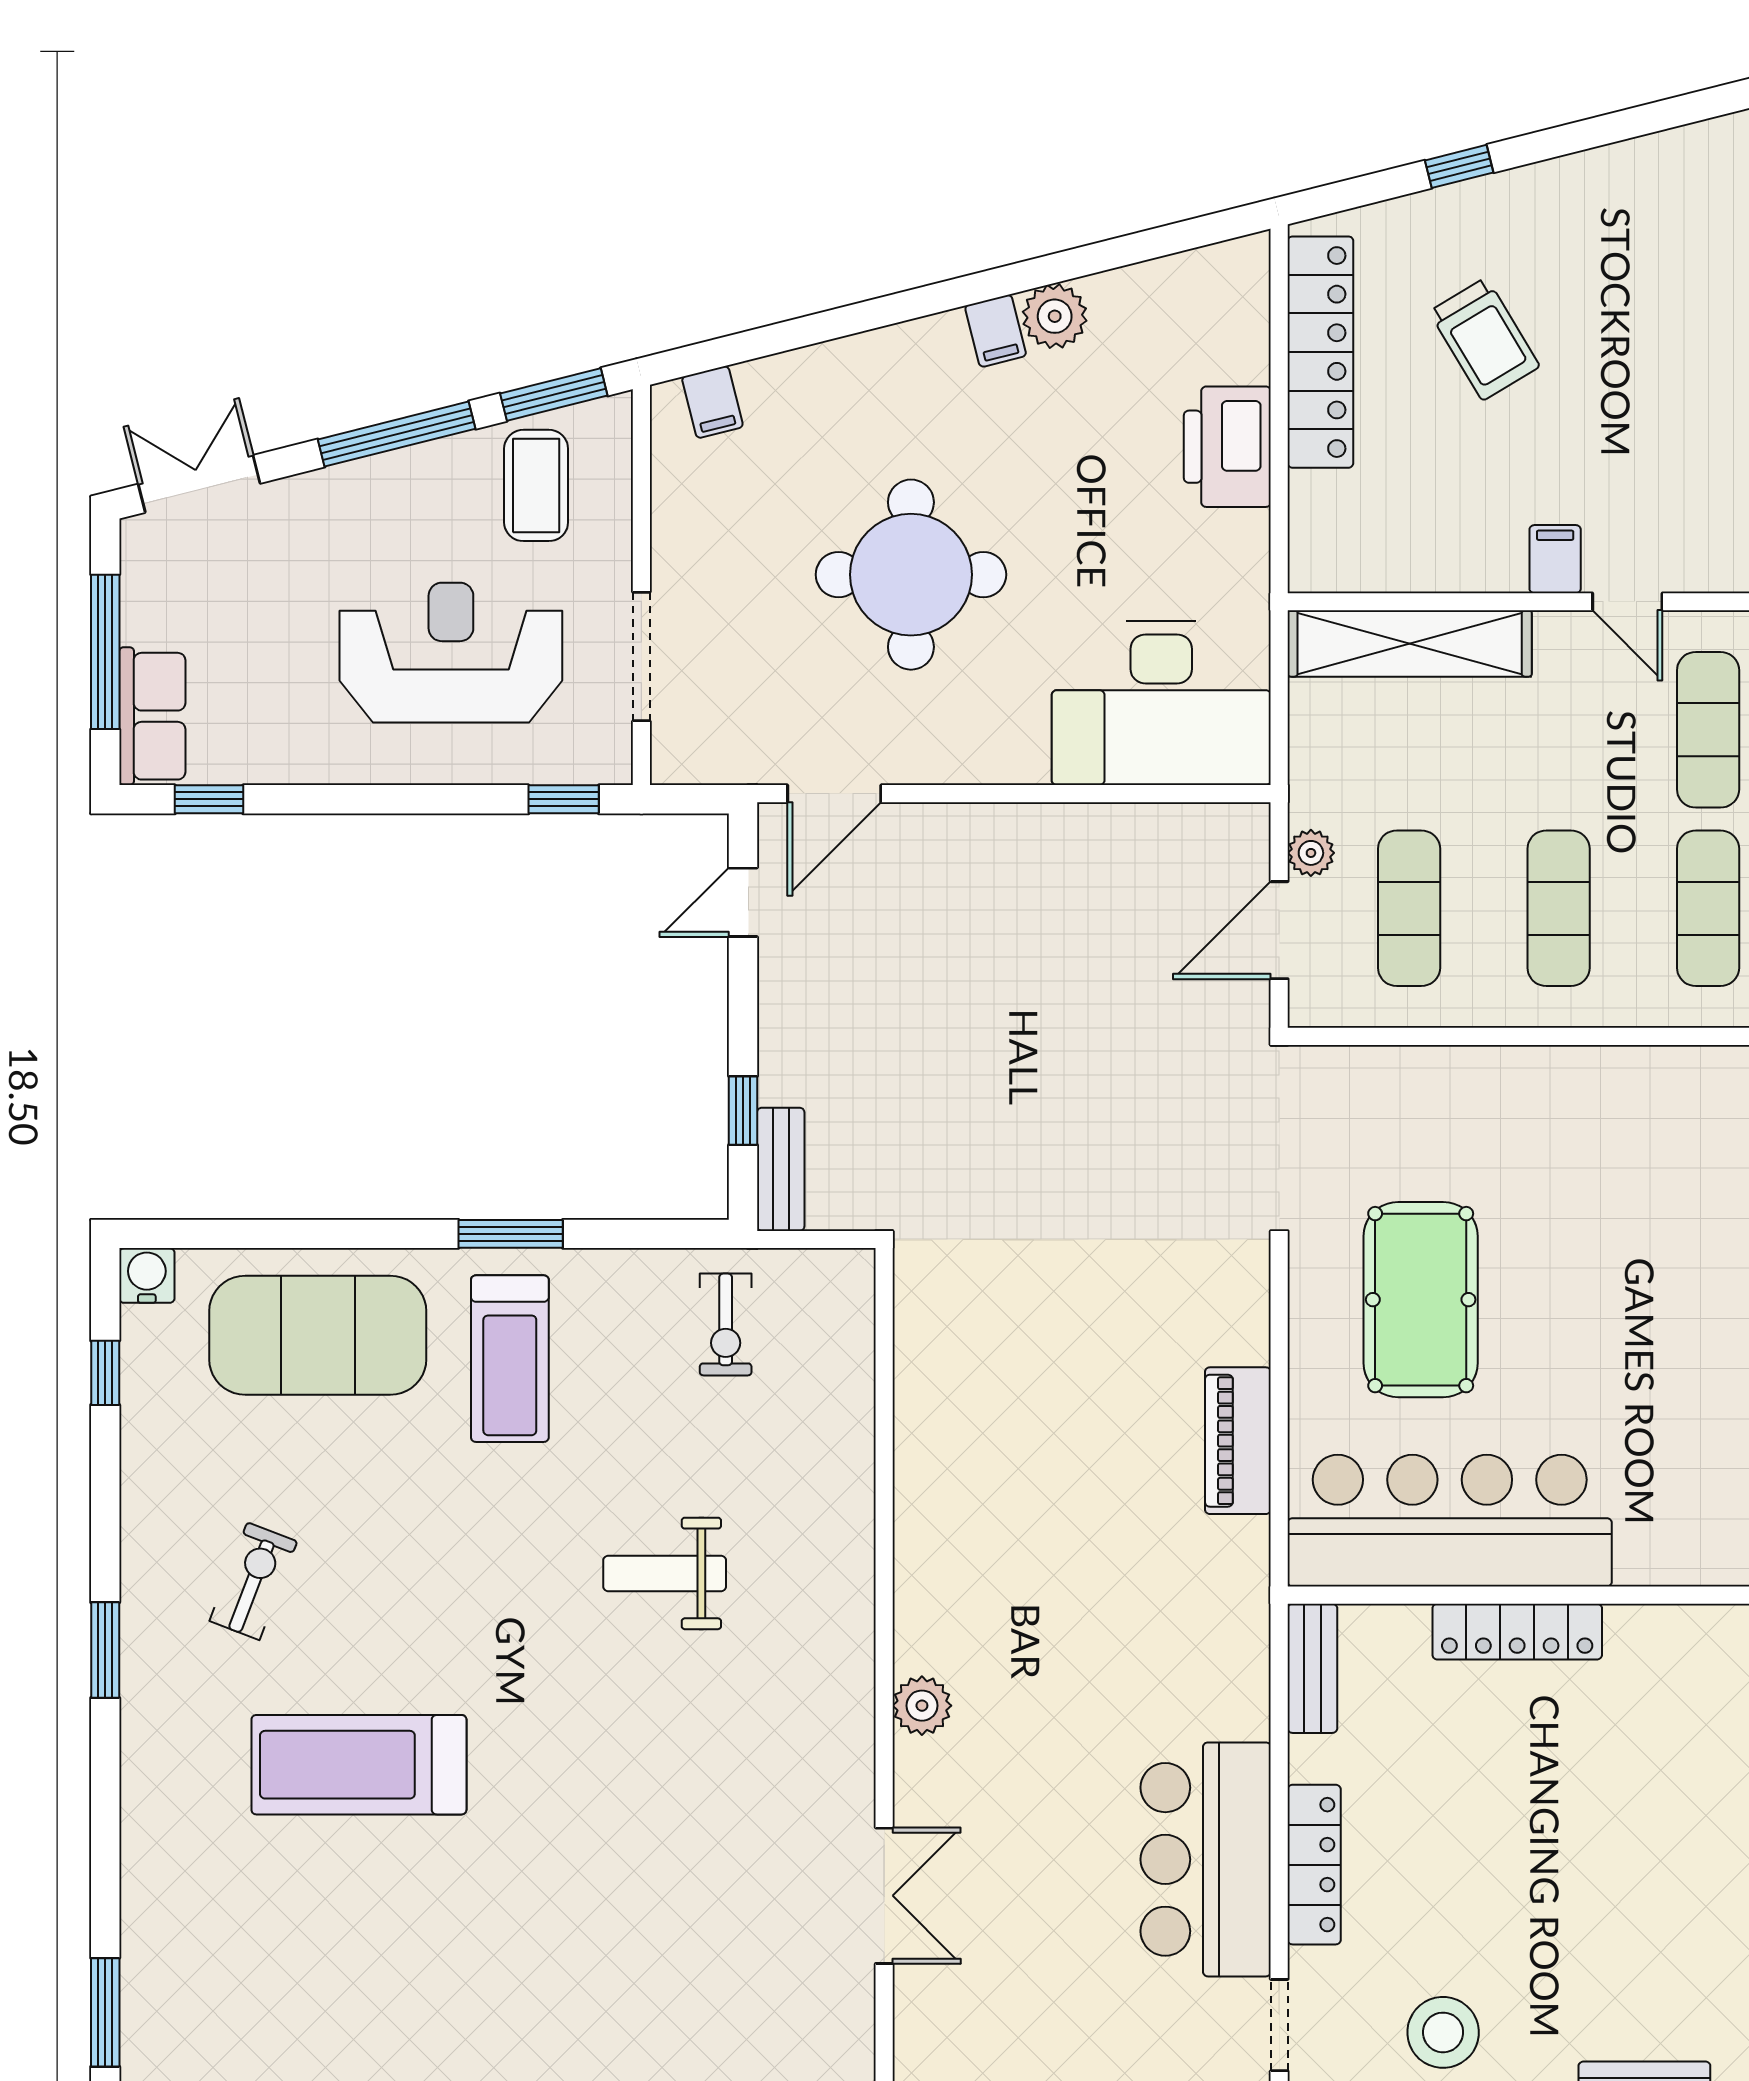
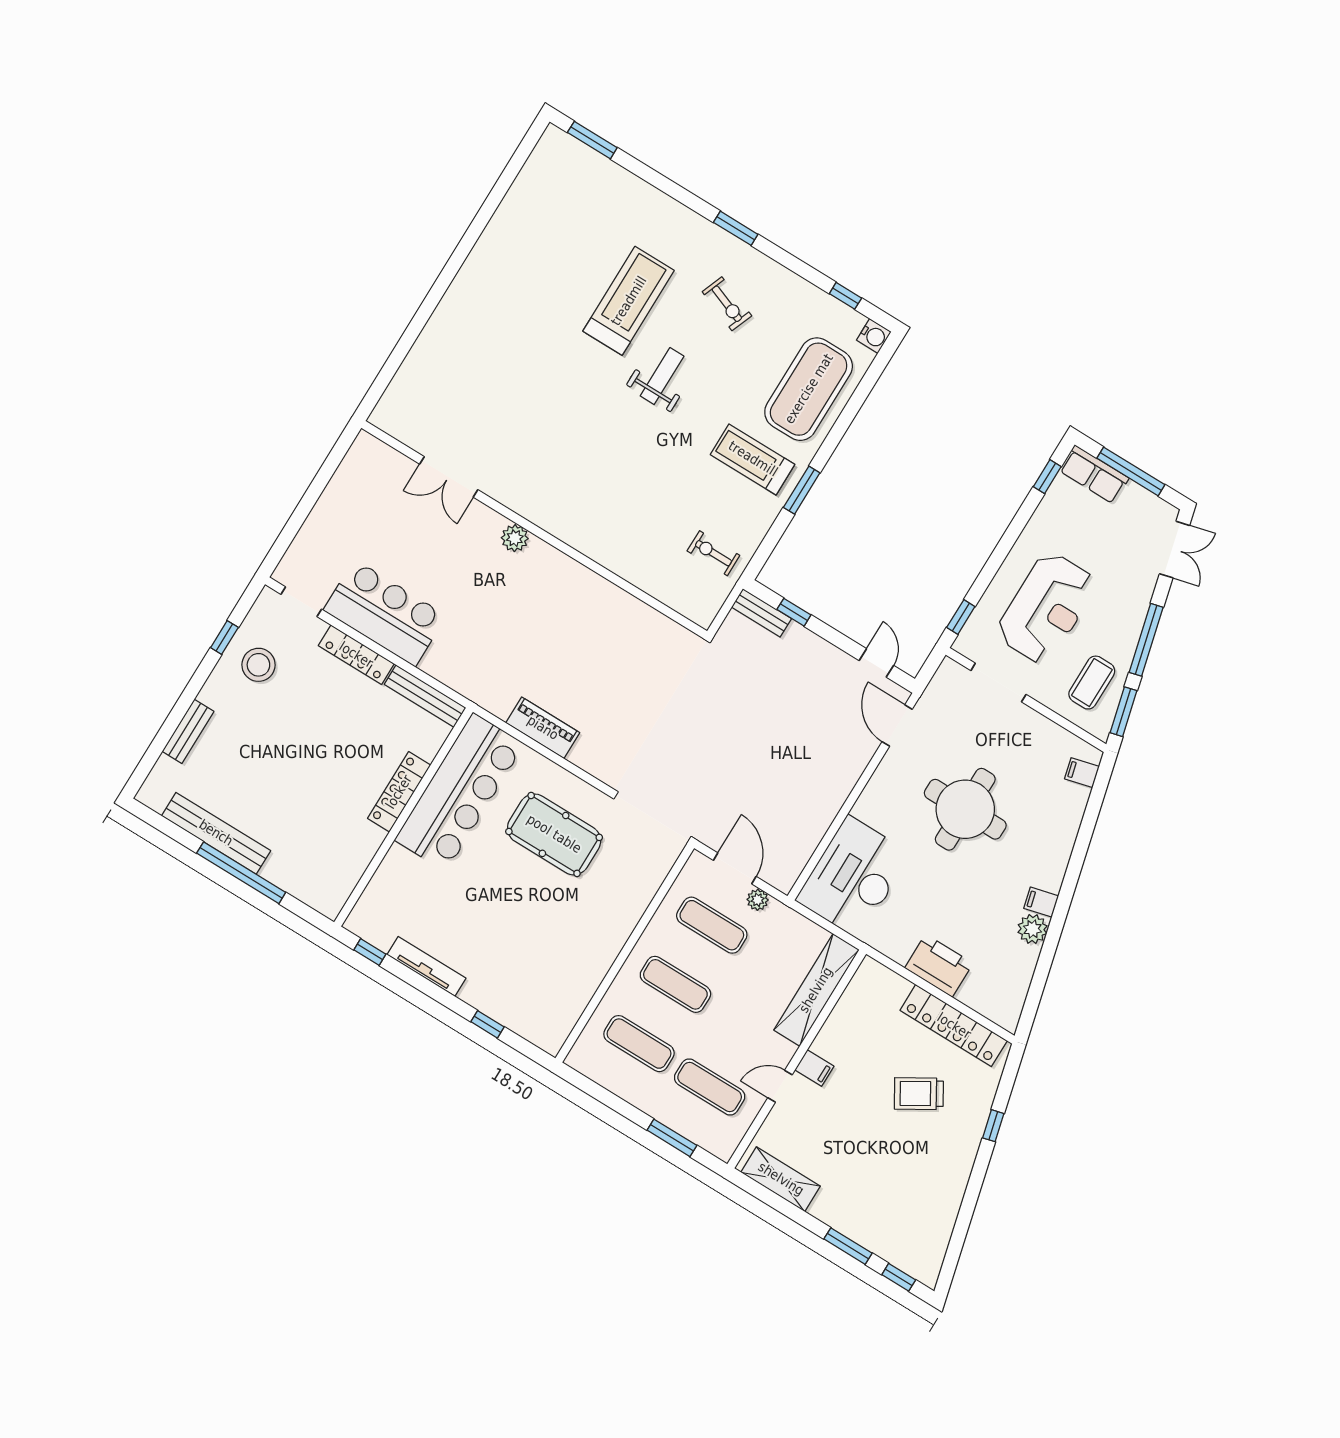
coffee table: (536, 485) -> (1092, 683), turned 90
weight bench: (665, 1573) -> (662, 376), moved
bench: (1312, 1668) -> (425, 696), width x1.36

